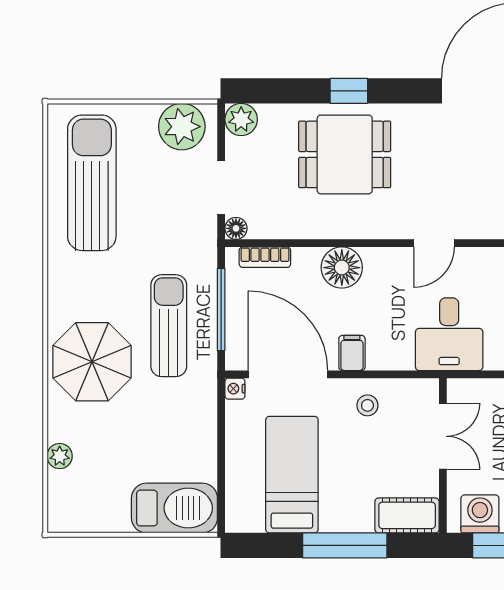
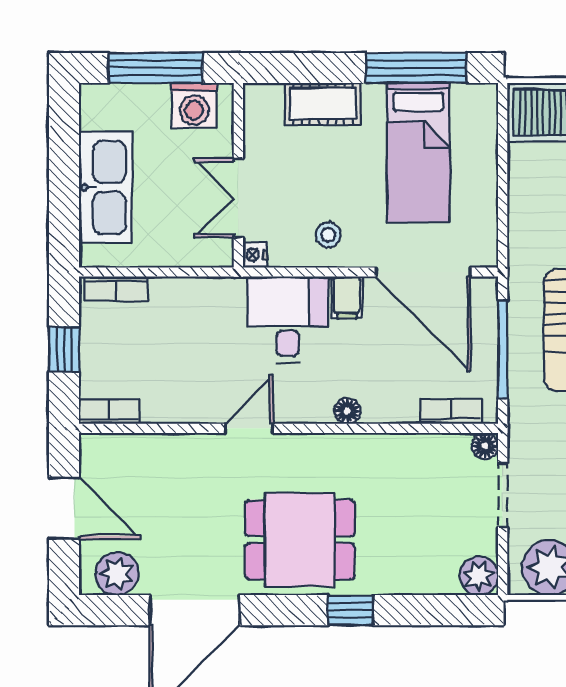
dining table: (345, 154) -> (300, 540), moved
floor lamp: (342, 268) -> (347, 411), width x0.53, depth x0.53
desk: (449, 334) -> (288, 320), moved
nightstand: (235, 389) -> (255, 255), moved, turned 180
cot: (407, 515) -> (323, 104), moved
window: (345, 545) -> (416, 68), moved

